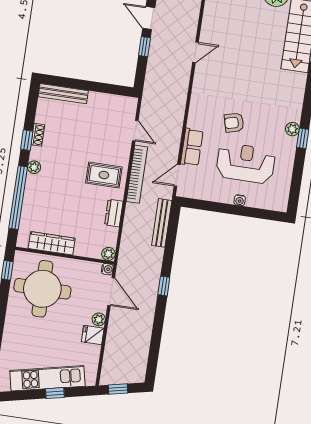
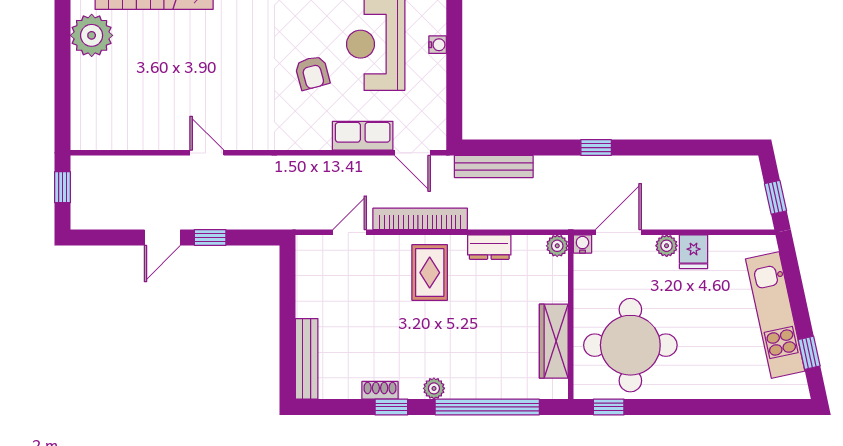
window: (55, 393) -> (809, 353), moved

